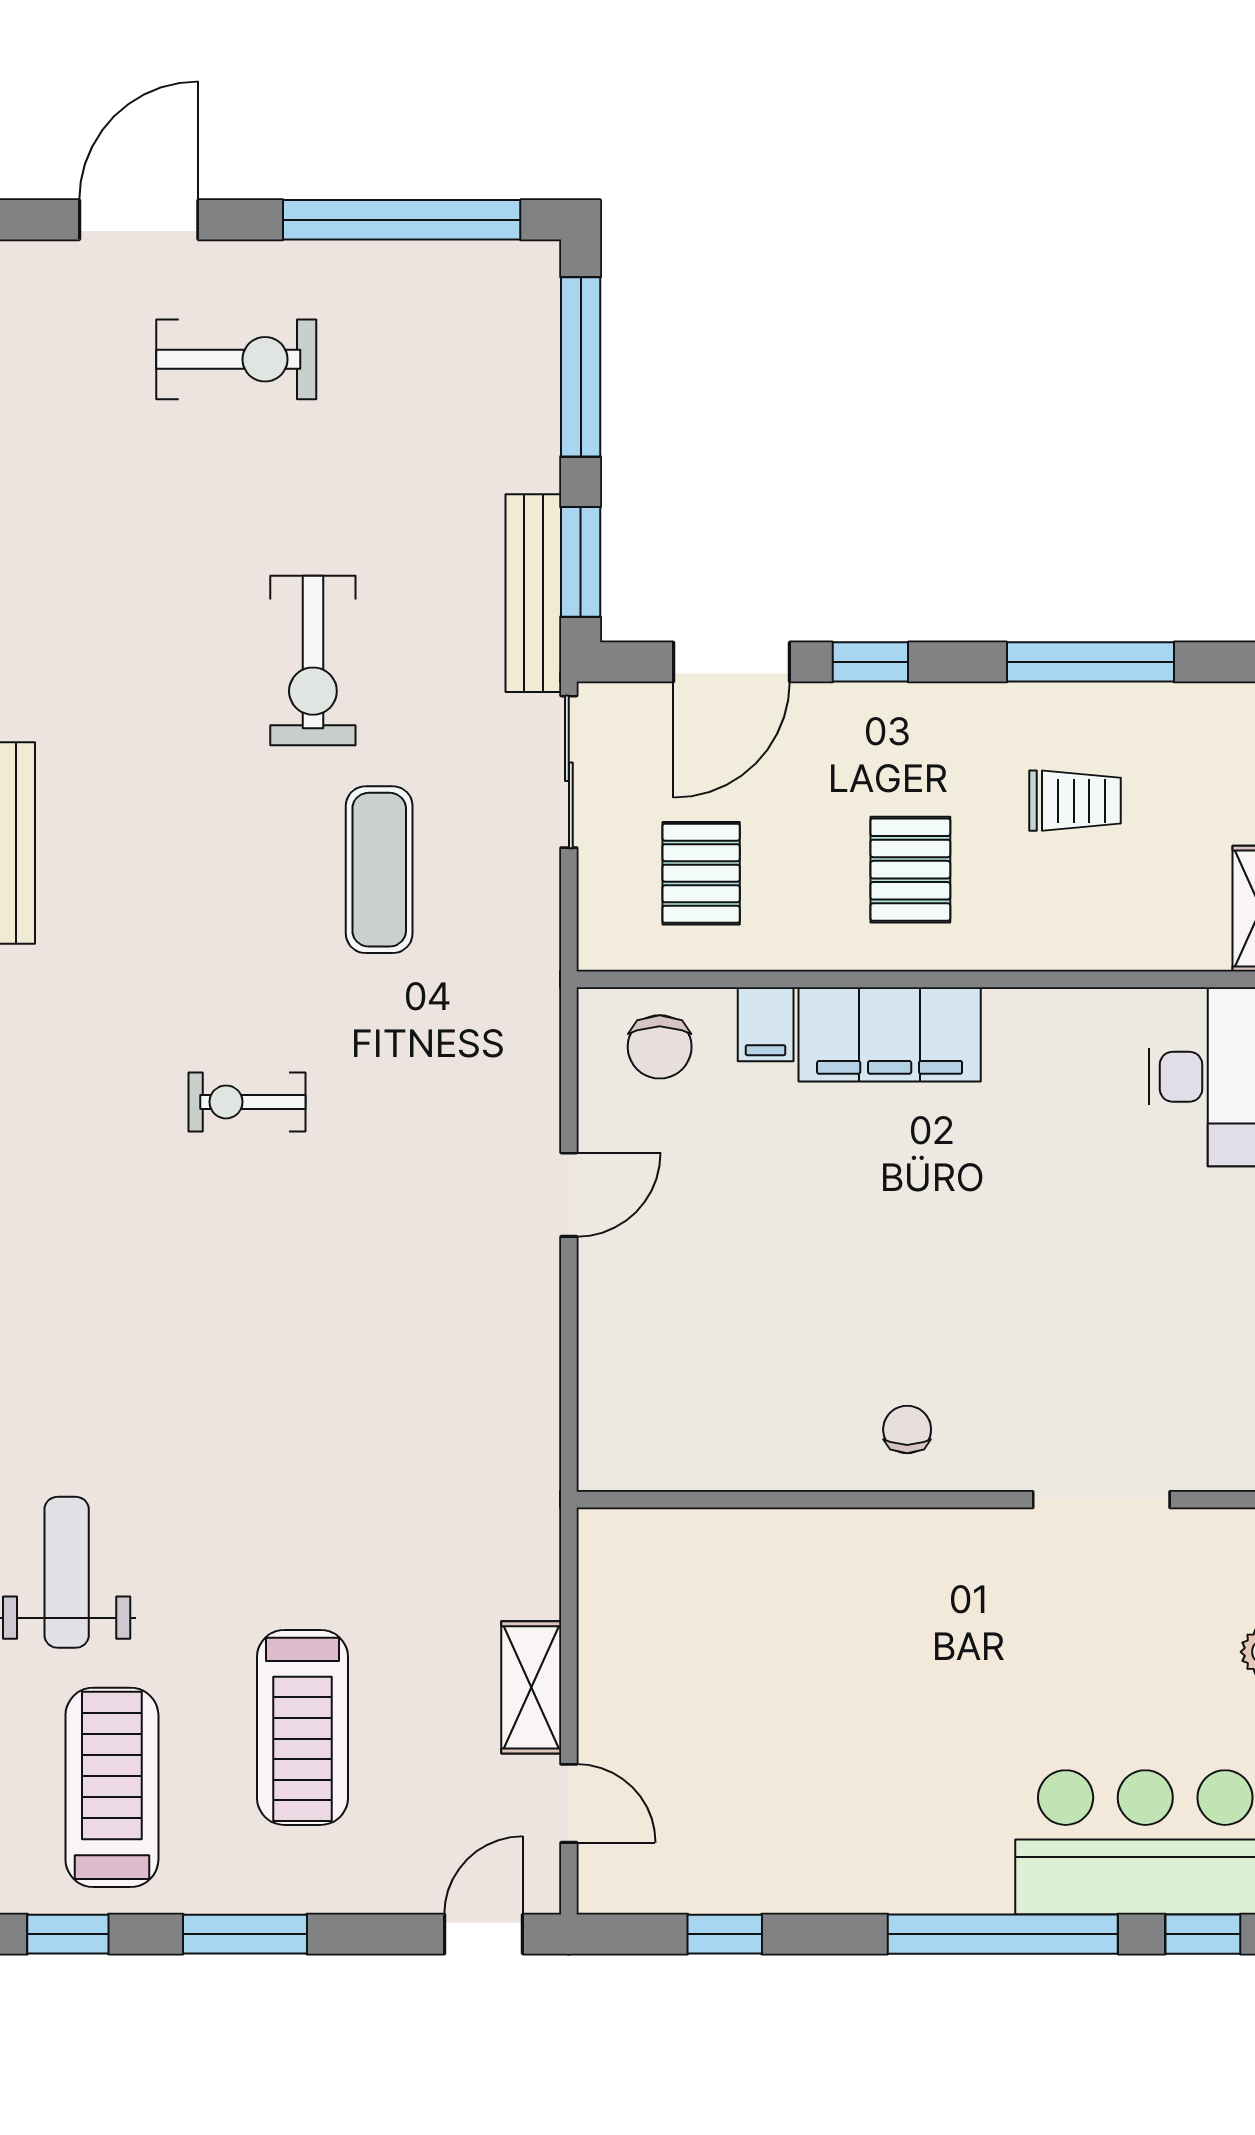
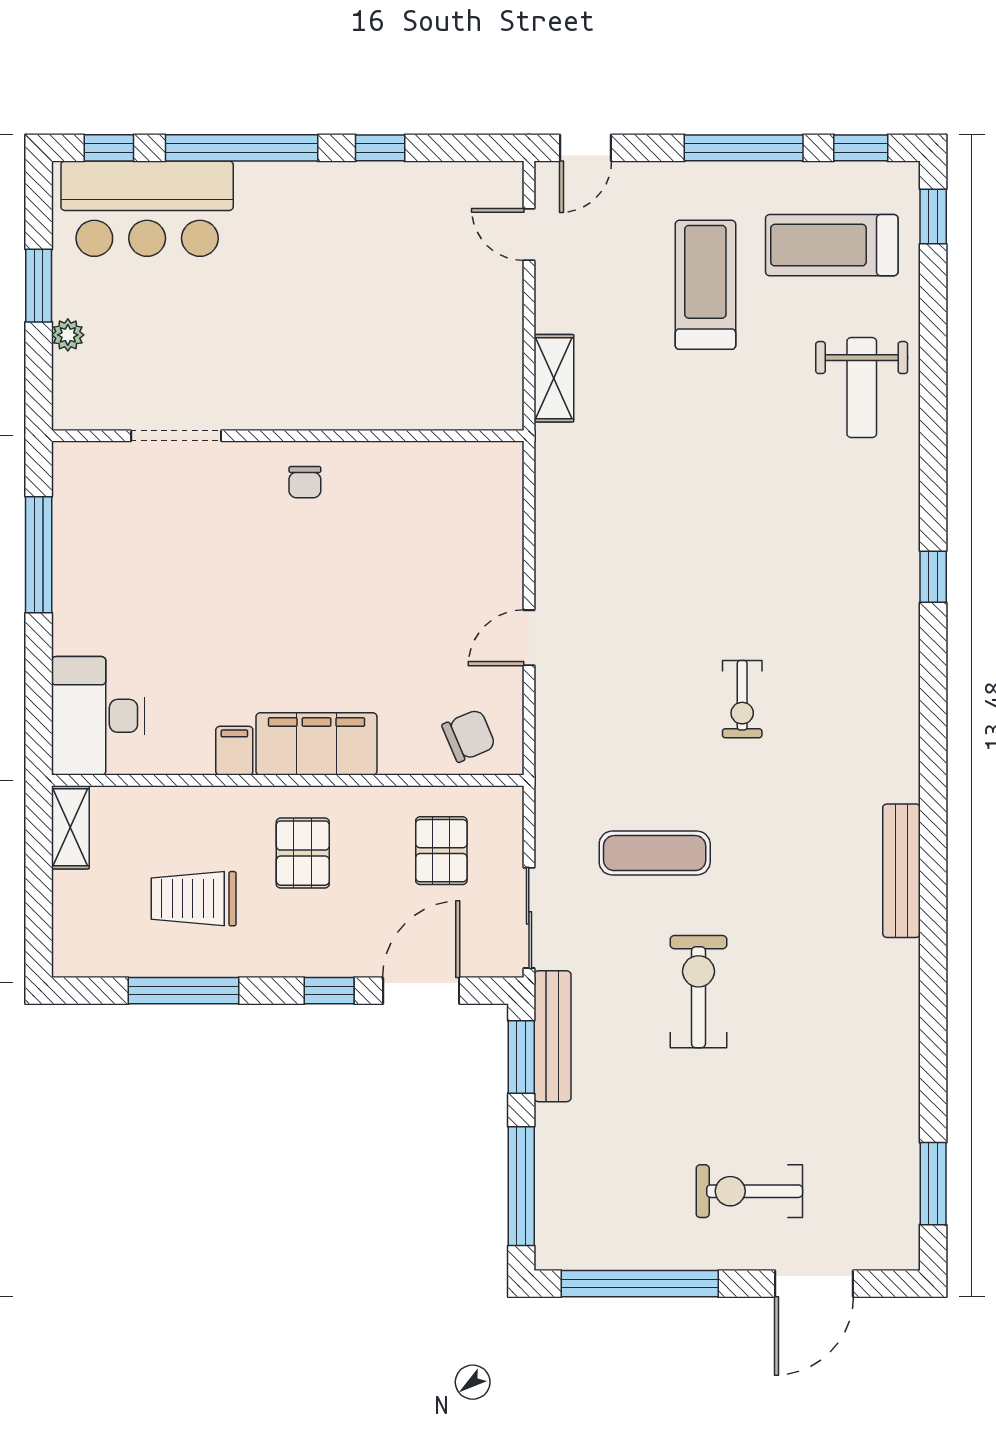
trolley: (1075, 801) -> (194, 899), width x1.36, depth x1.39
exercise mat: (379, 870) -> (655, 853), turned 90
filing cabinet: (766, 1024) -> (234, 751), moved
chair: (660, 1047) -> (469, 736), turned 67
exercise bike: (247, 1102) -> (742, 699), turned 90
shelving: (531, 1687) -> (554, 378), moved
treadmill: (112, 1787) -> (832, 245), turned 90
window: (245, 1934) -> (744, 148), width x1.44
window: (725, 1934) -> (380, 148), moved

